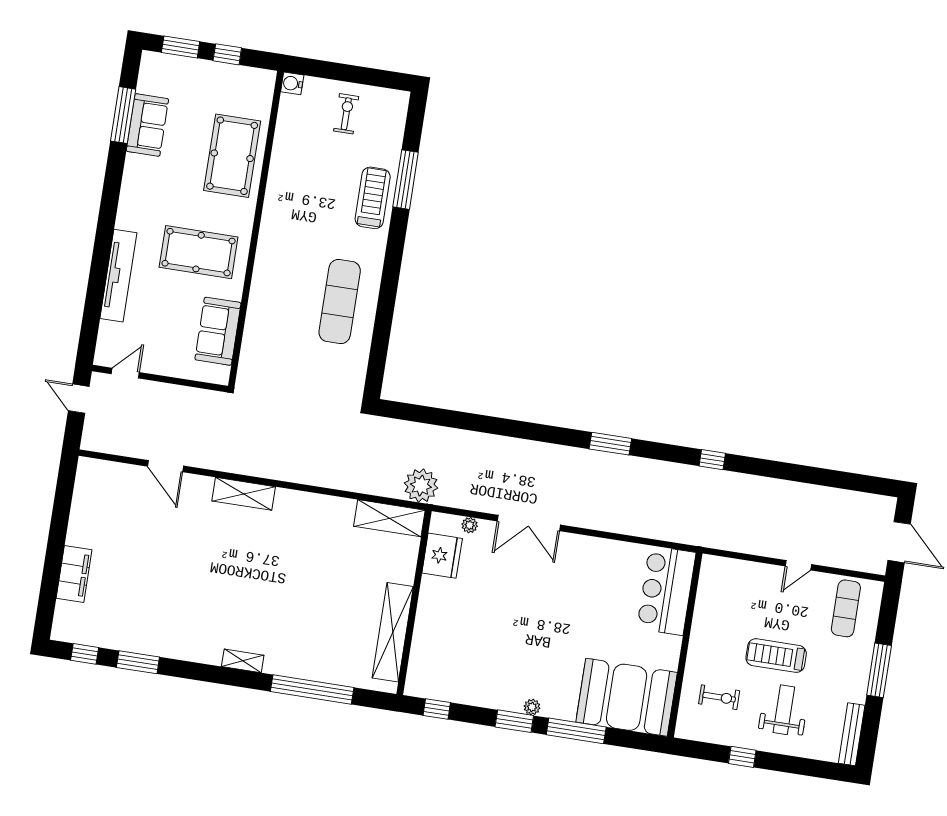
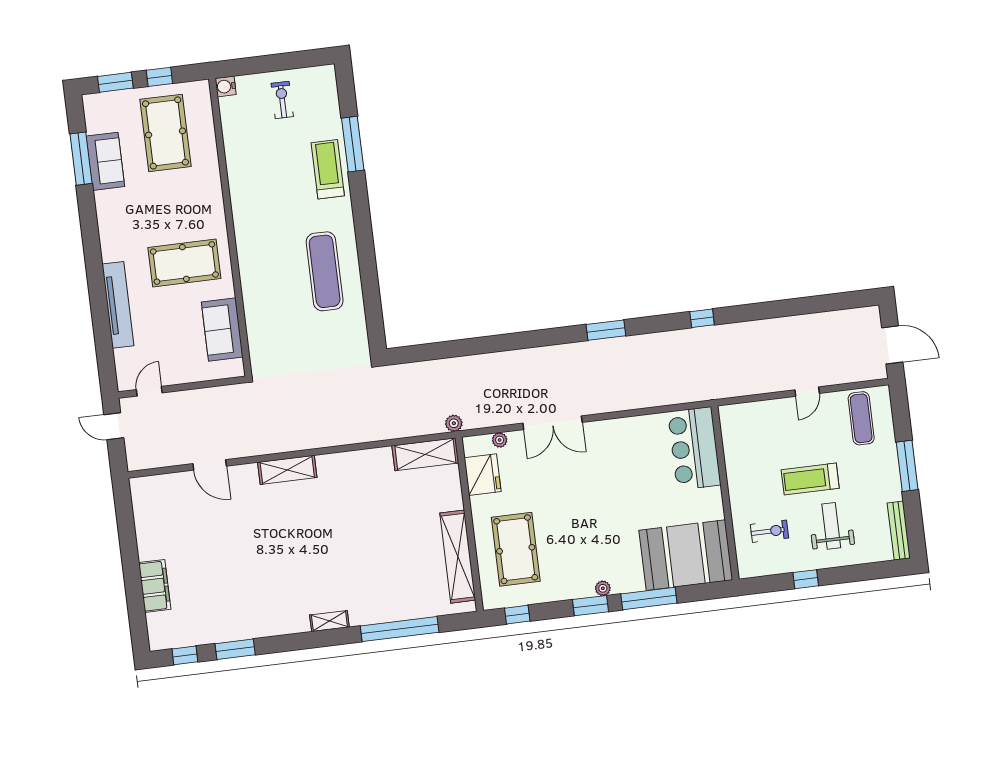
pool table: (232, 156) -> (166, 133), moved
plant: (421, 486) -> (454, 423), width x0.53, depth x0.53
pool table: (454, 642) -> (516, 549), added

